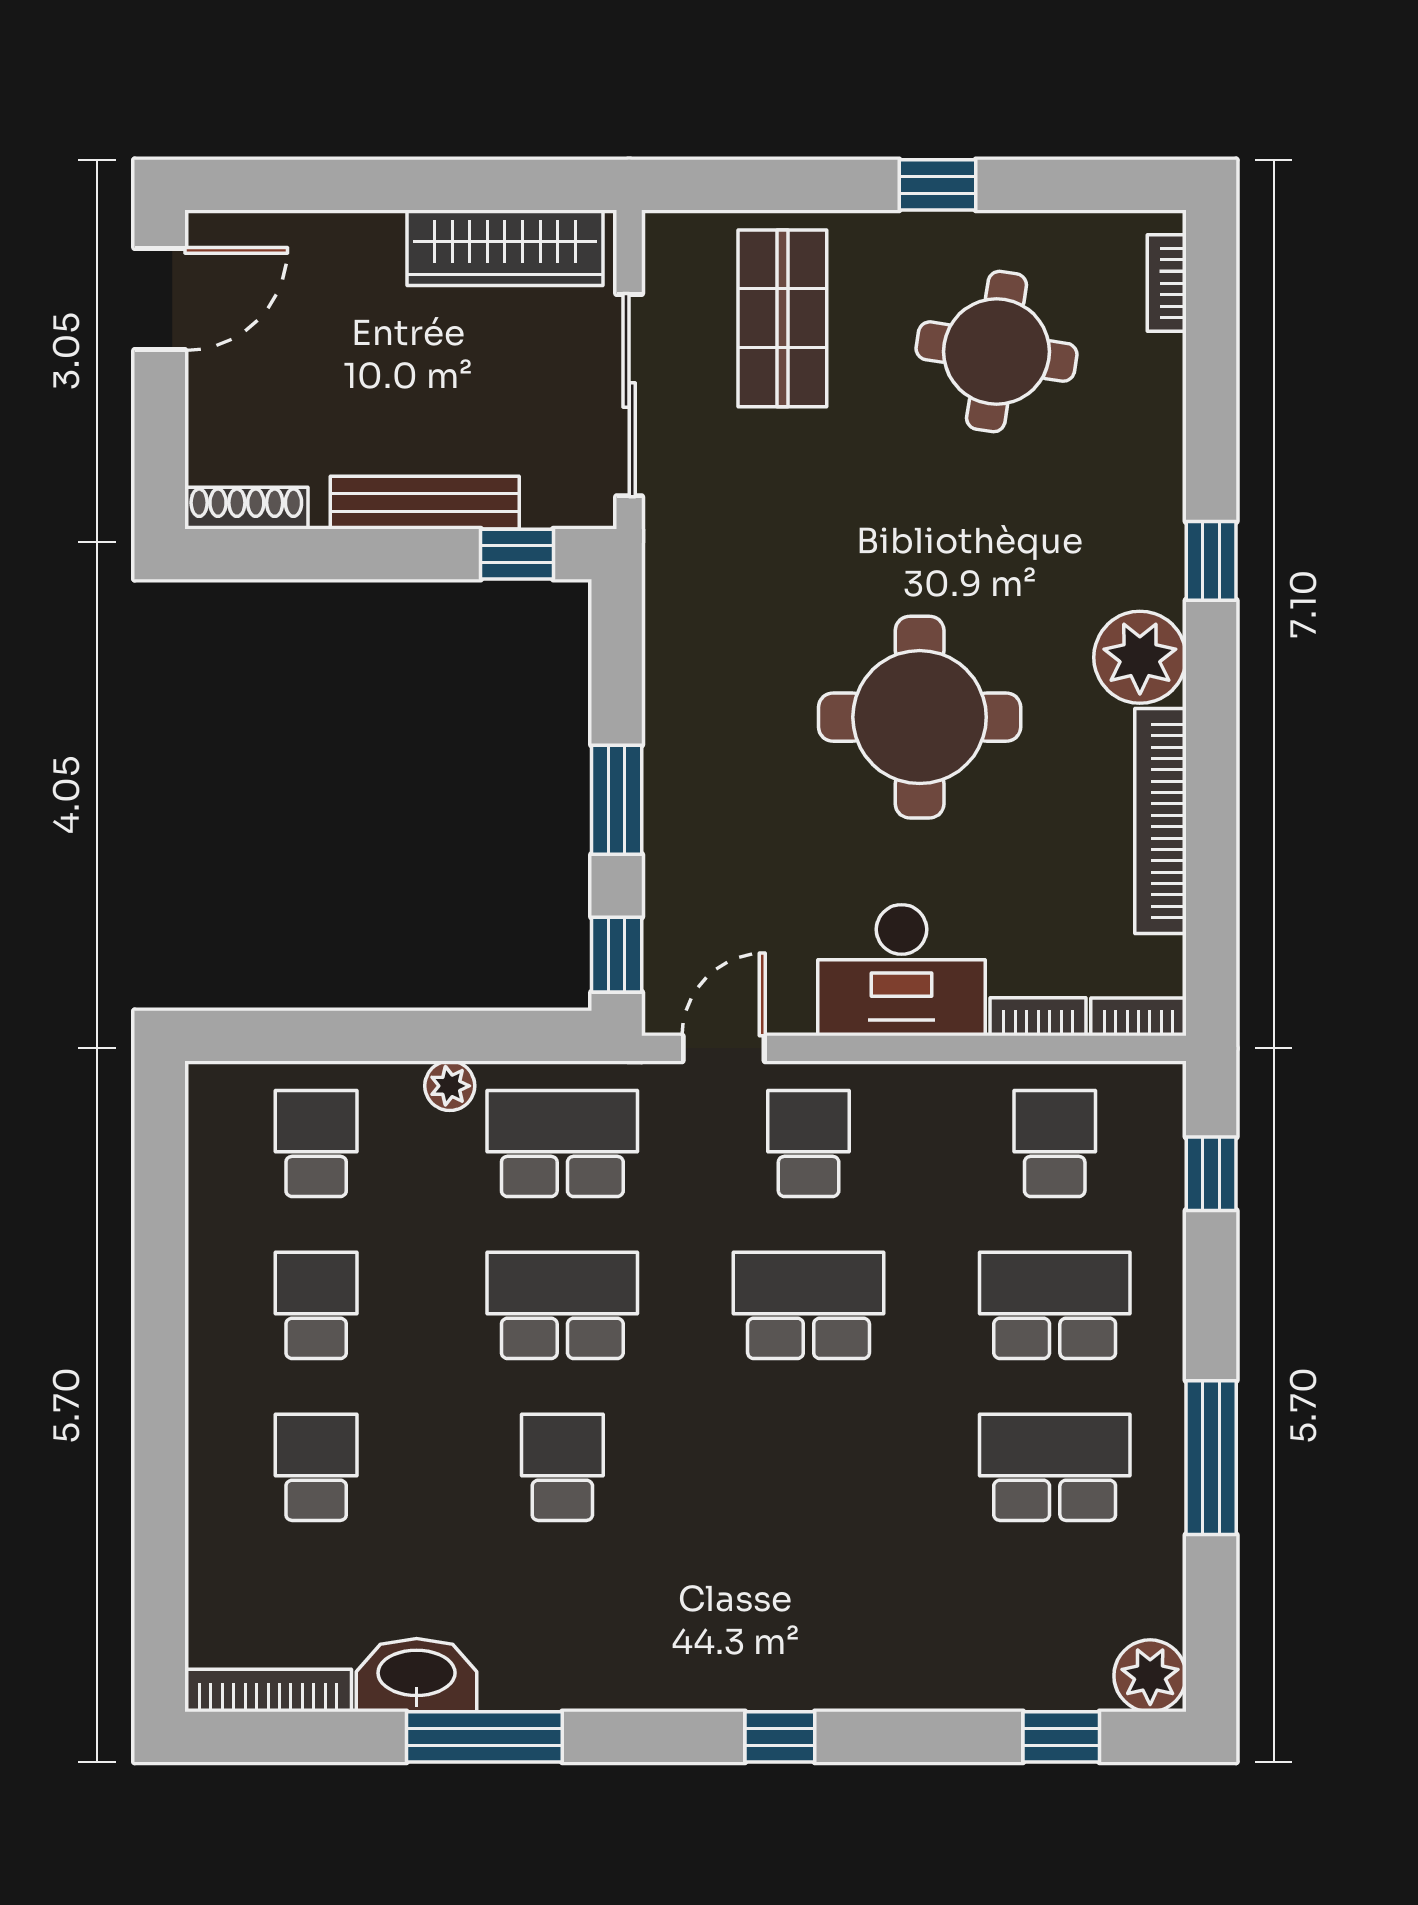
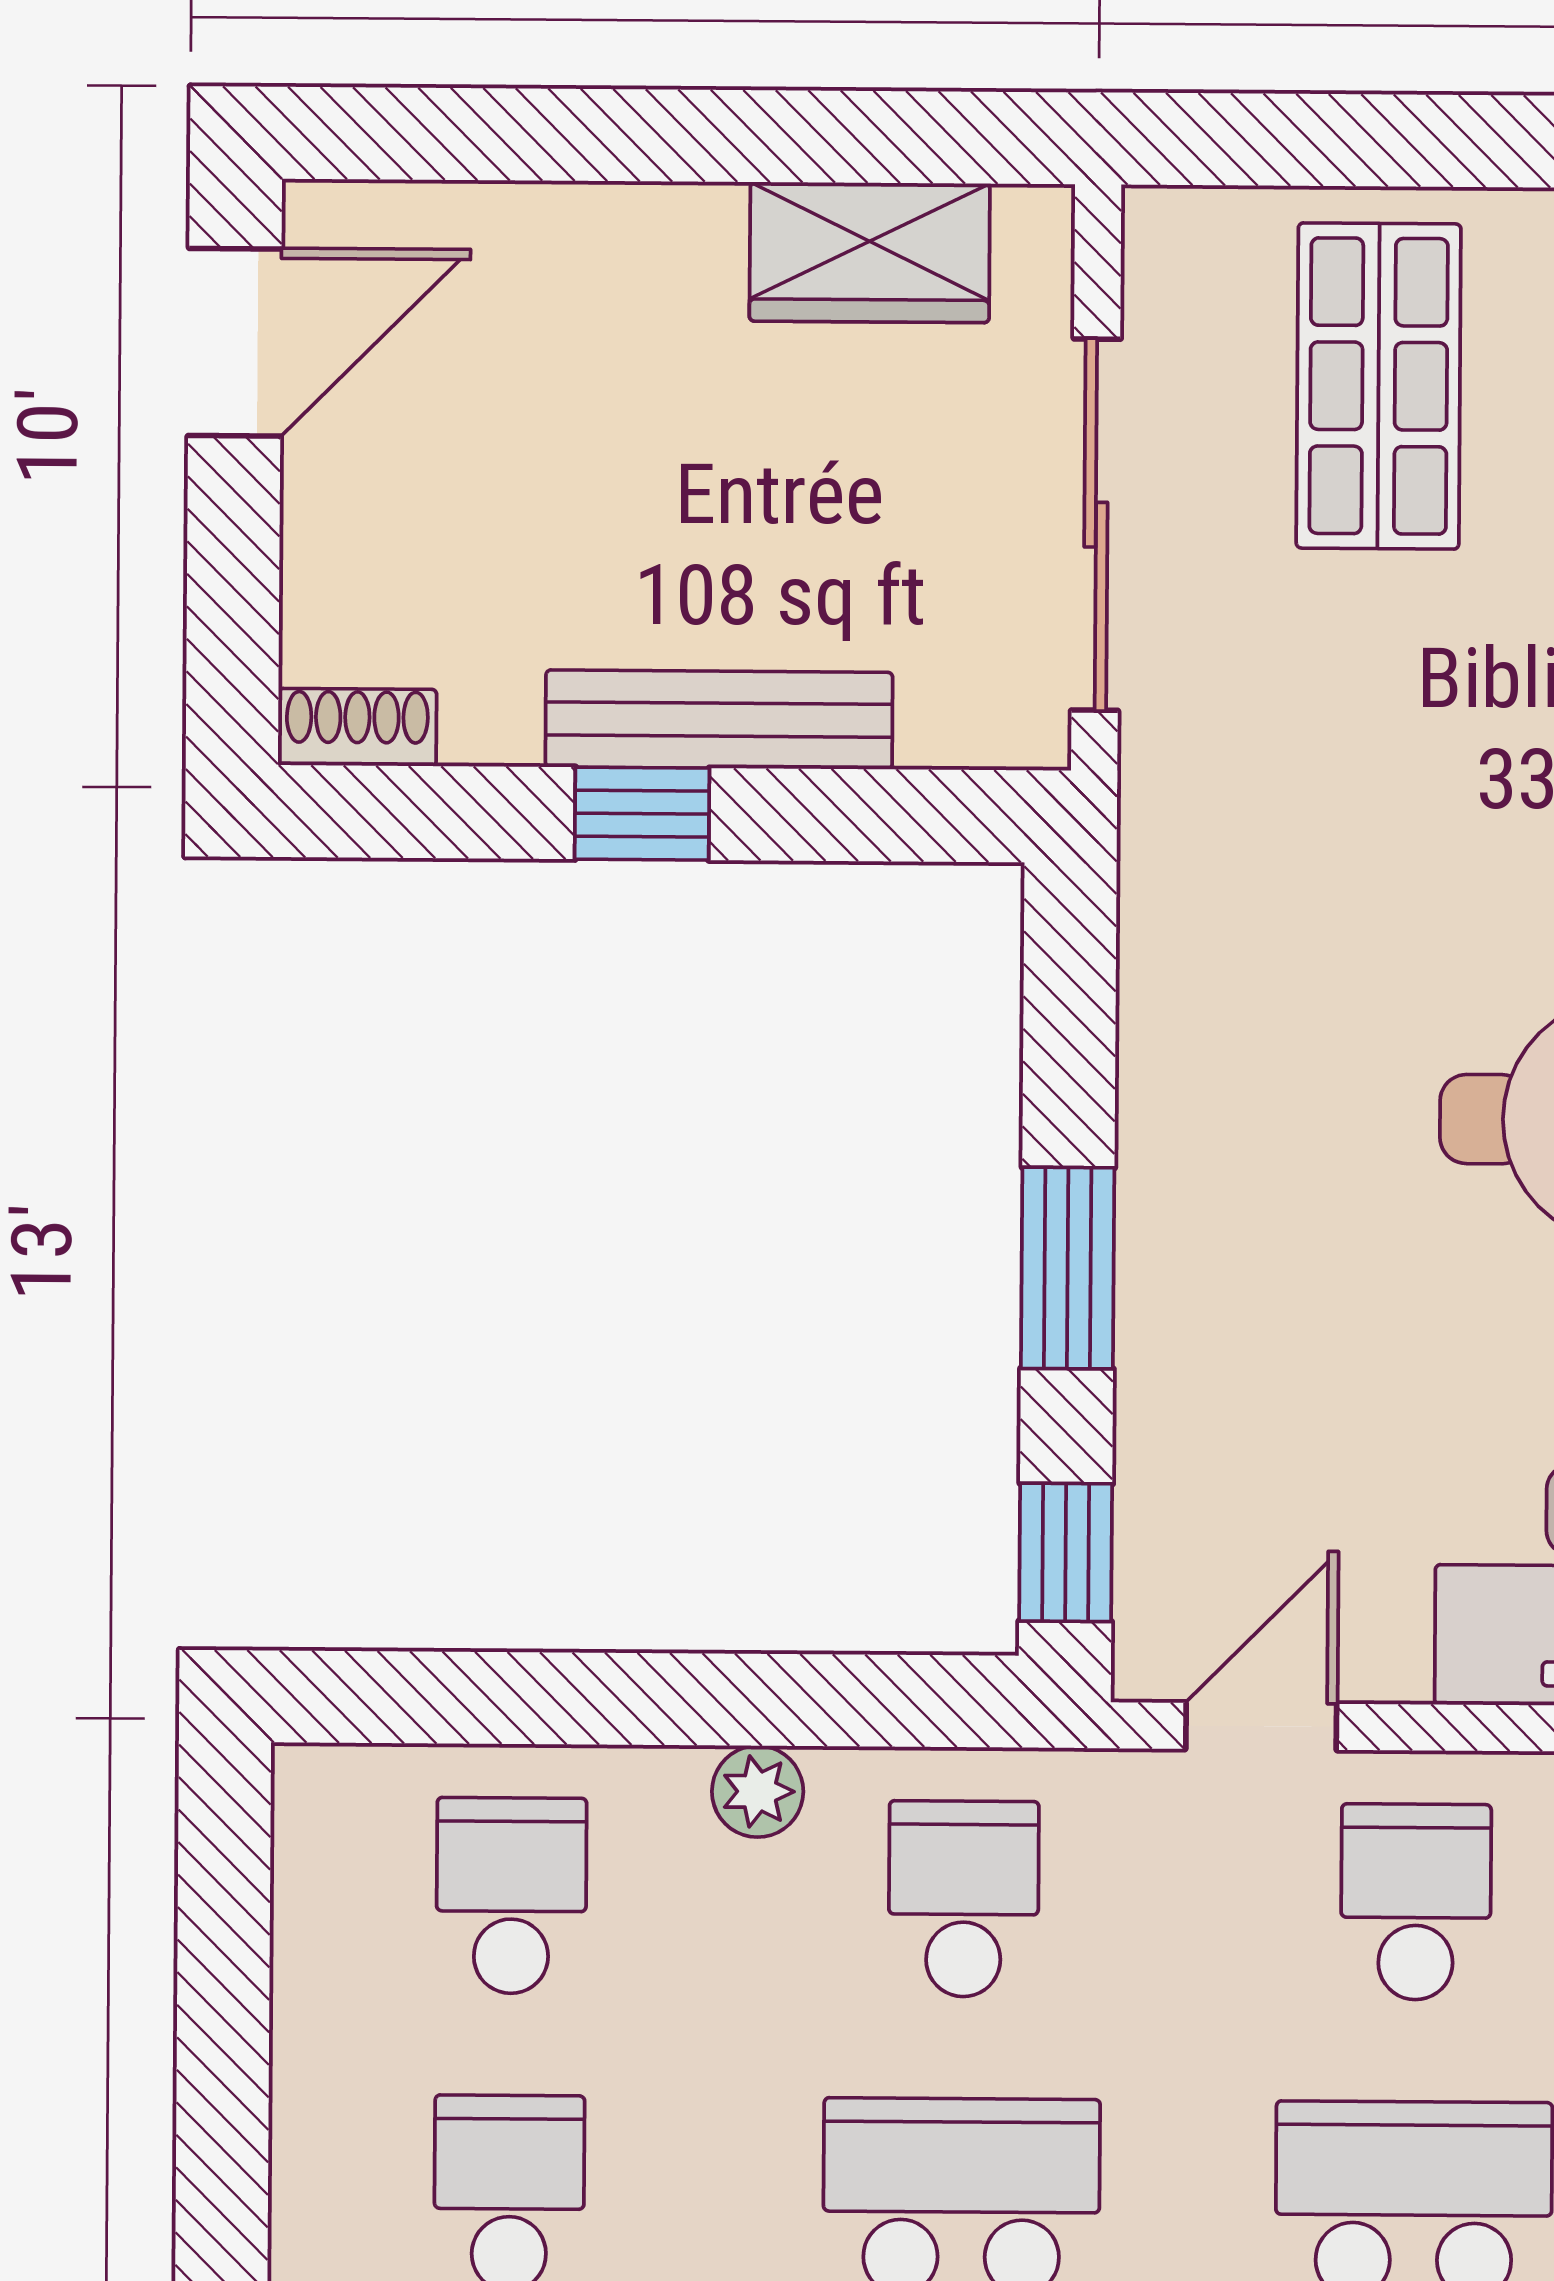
wardrobe: (505, 248) -> (870, 252), width x0.67
shoe rack: (246, 508) -> (357, 727), width x0.70
window: (517, 554) -> (642, 814), moved
school desk: (562, 1143) -> (964, 1899), width x0.54

